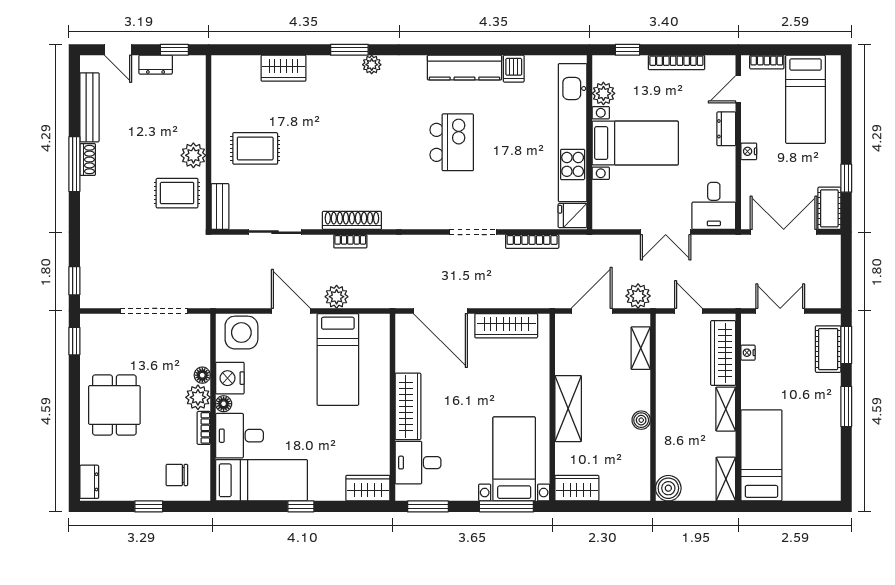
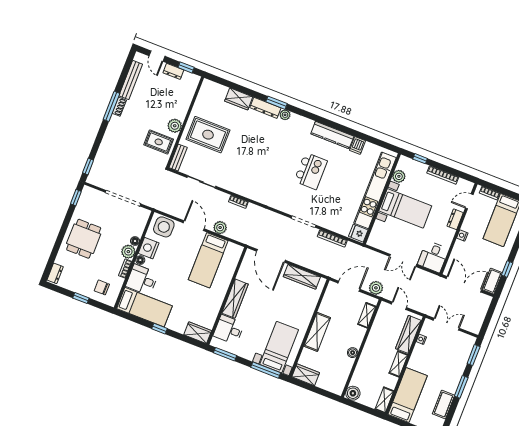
dresser: (334, 66) -> (265, 108), added
rug: (255, 148) -> (208, 135), width x1.36, depth x1.43
shoe rack: (352, 220) -> (243, 191), removed
cot: (828, 349) -> (443, 405), moved

